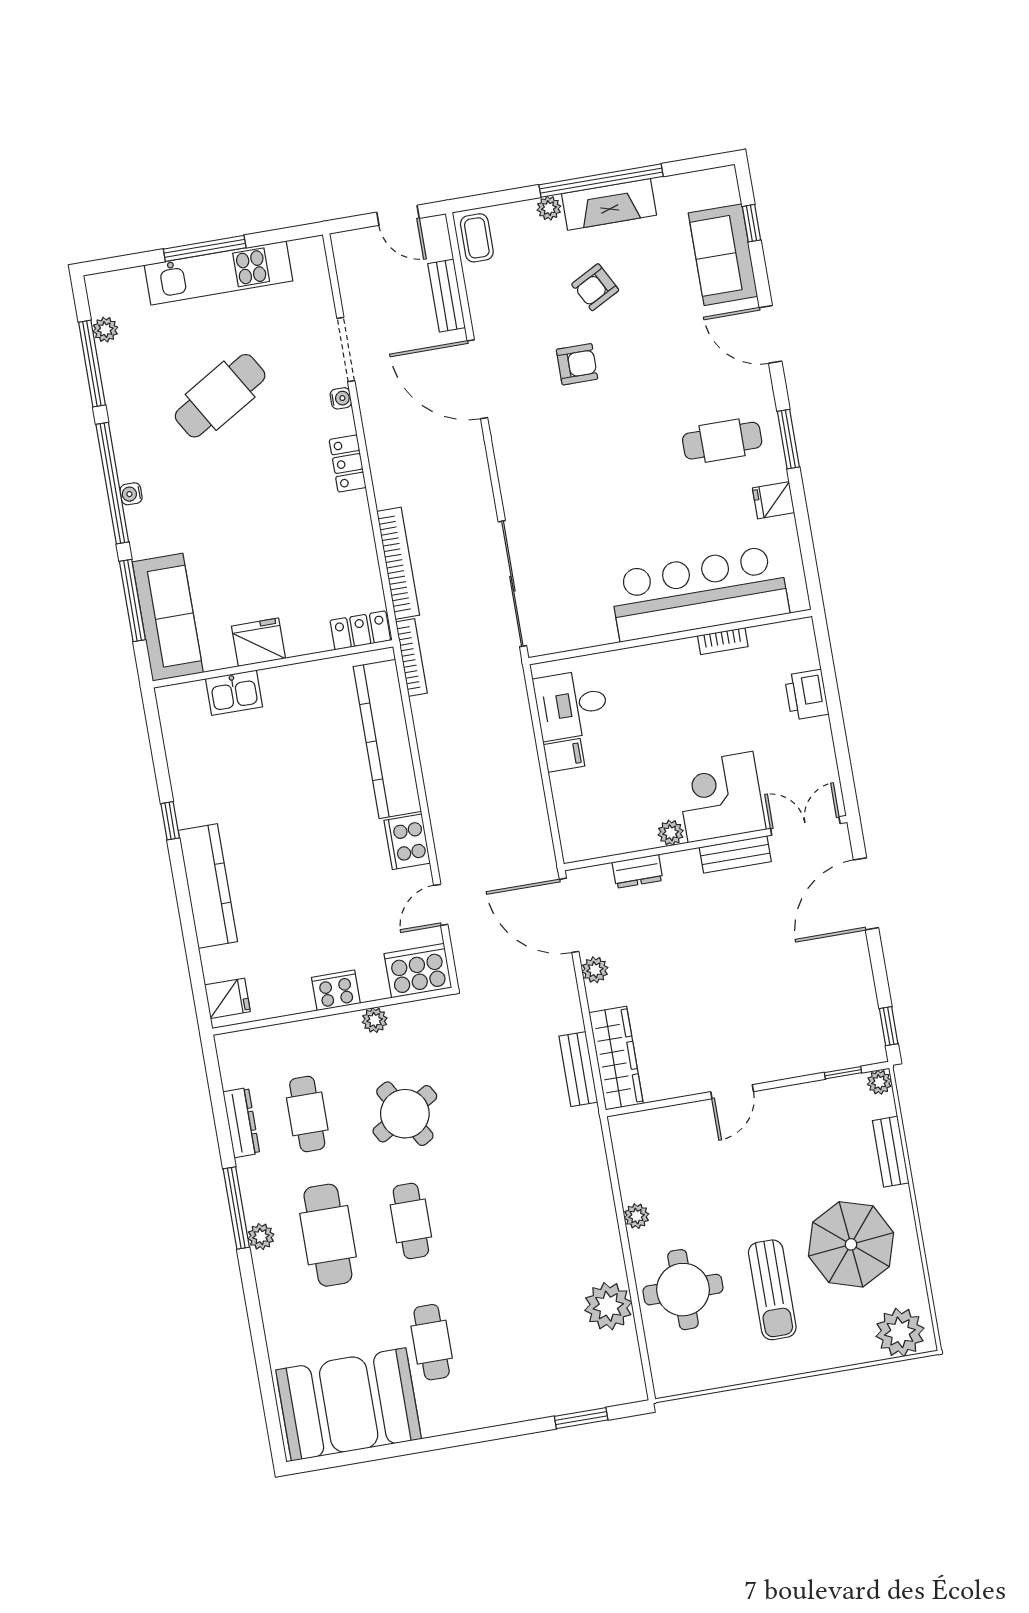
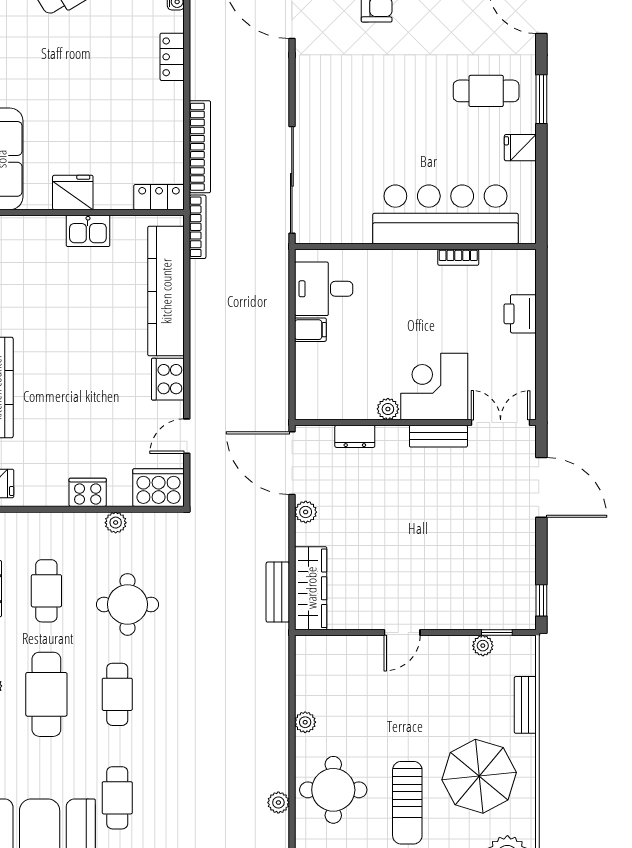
kitchen sink: (234, 693) -> (88, 231), moved
door: (866, 894) -> (541, 487), swing flipped
plant: (879, 1082) -> (483, 646), moved
round table: (405, 1114) -> (127, 604), turned 30
plant: (608, 1306) -> (278, 803), width x0.53, depth x0.53

